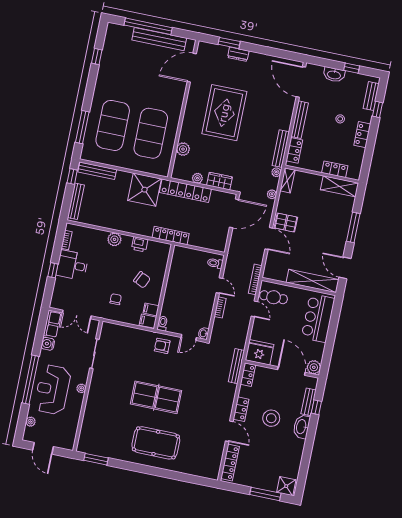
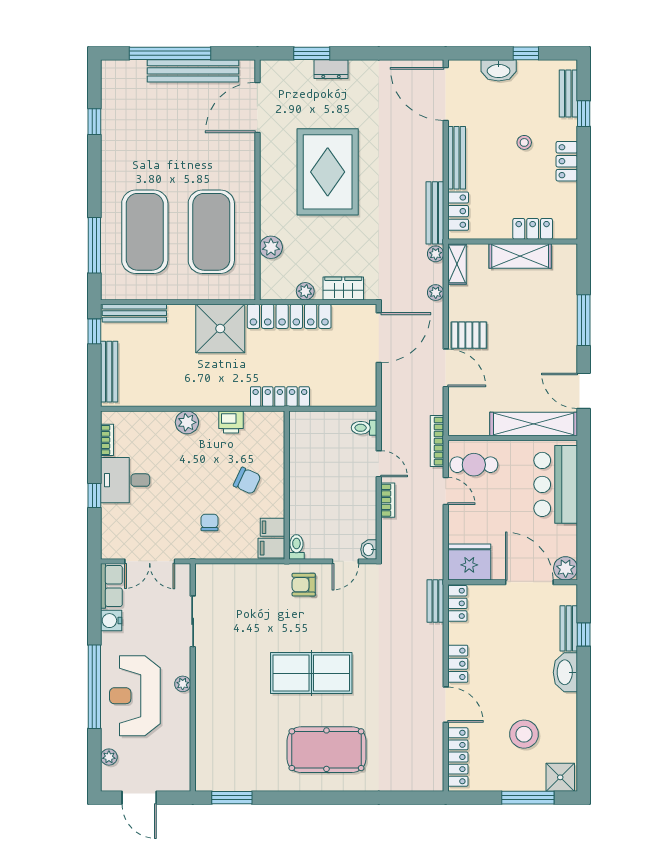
shelving: (340, 186) -> (520, 256), moved
bench: (236, 366) -> (435, 601), width x0.73
stool: (271, 418) -> (524, 734), moved

